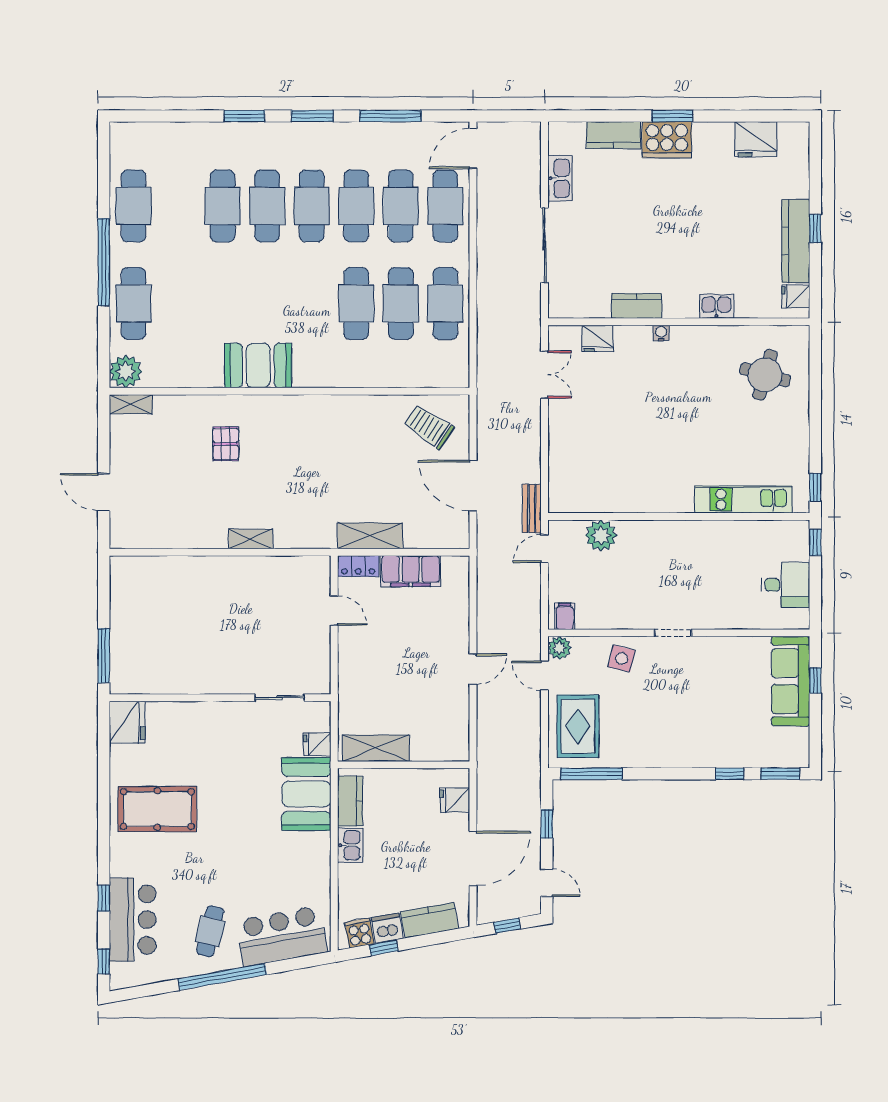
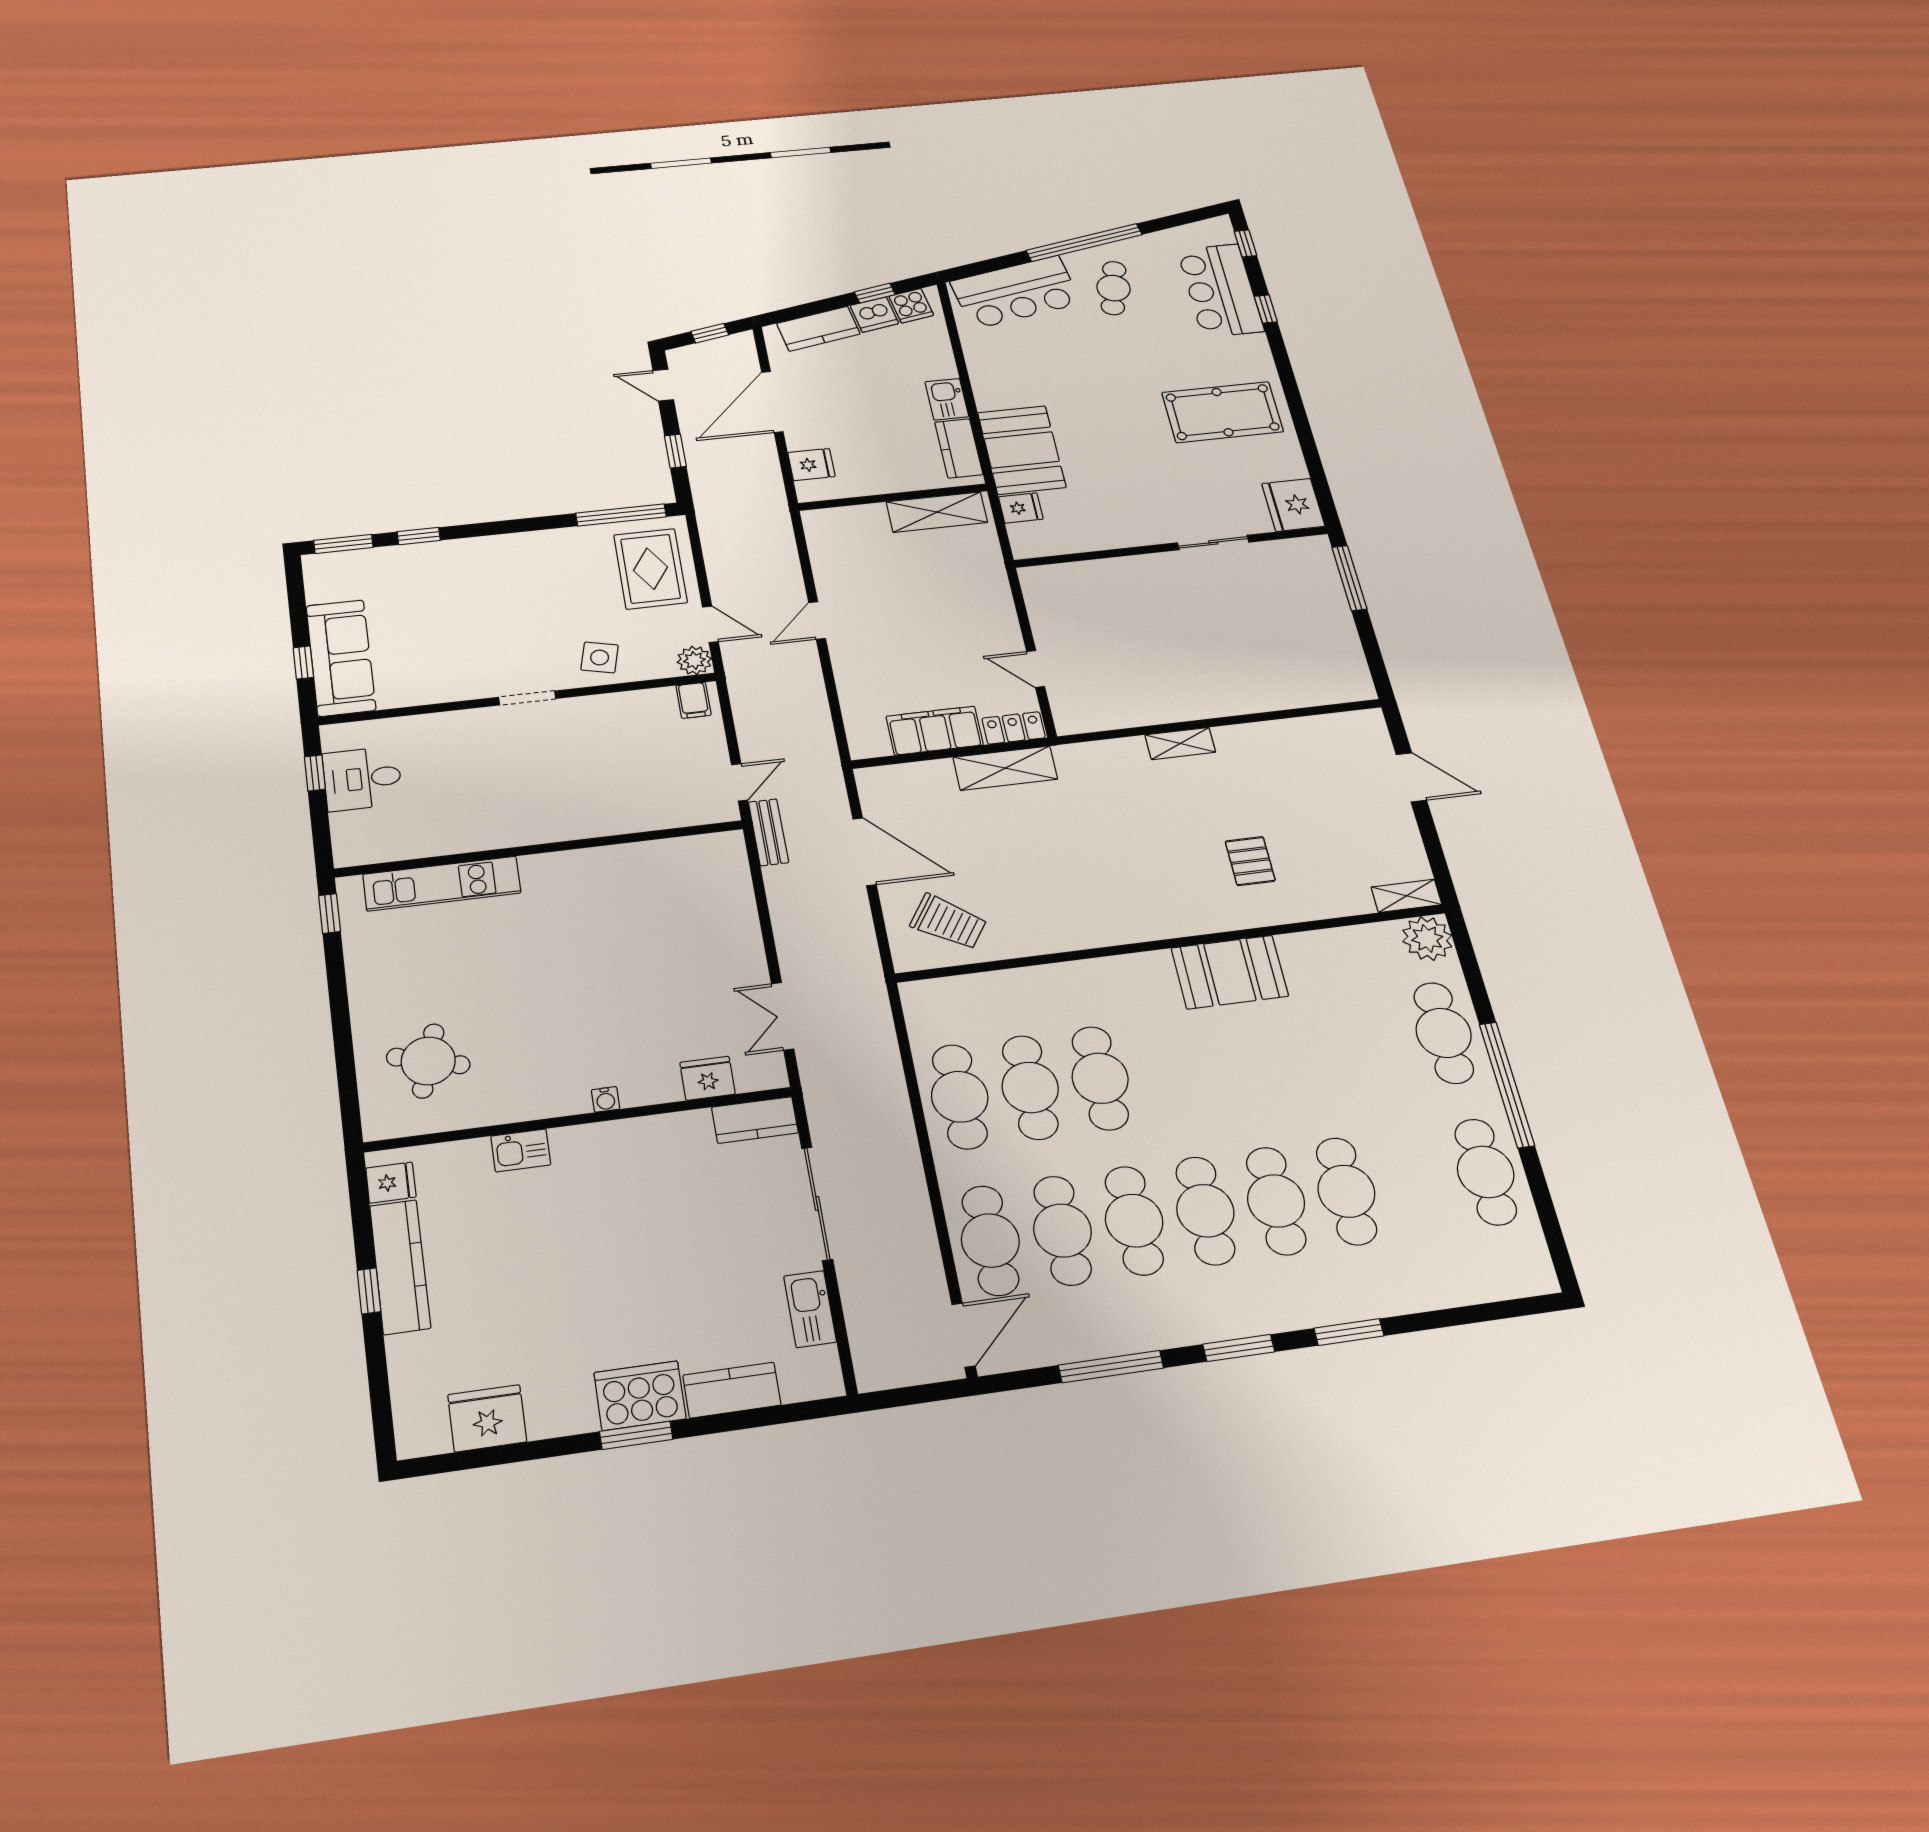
kitchen counter: (637, 306) -> (755, 1120), moved
plant: (601, 535) -> (656, 810), removed
window: (815, 542) -> (315, 773), moved
sliding door: (280, 698) -> (1213, 542), moved

